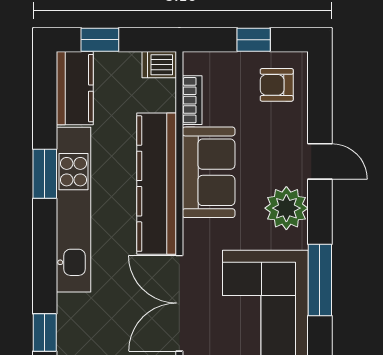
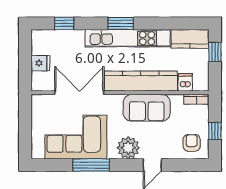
dishwasher: (159, 65) -> (185, 82), moved
bookcase: (192, 100) -> (196, 99), moved
window: (45, 174) -> (121, 23), moved

